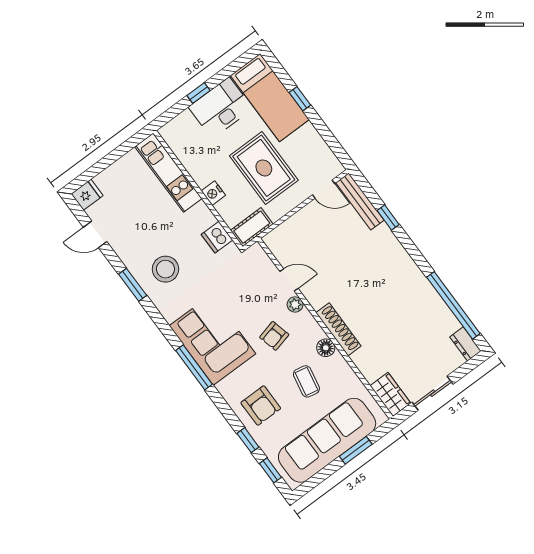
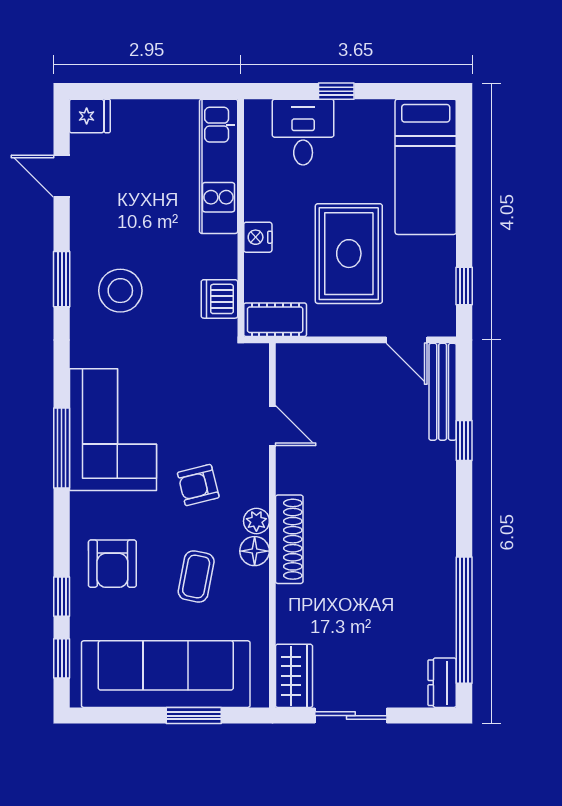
window: (300, 99) -> (464, 286), moved
desk: (221, 108) -> (303, 132), moved, width x0.73
plant: (295, 304) -> (256, 521), moved

